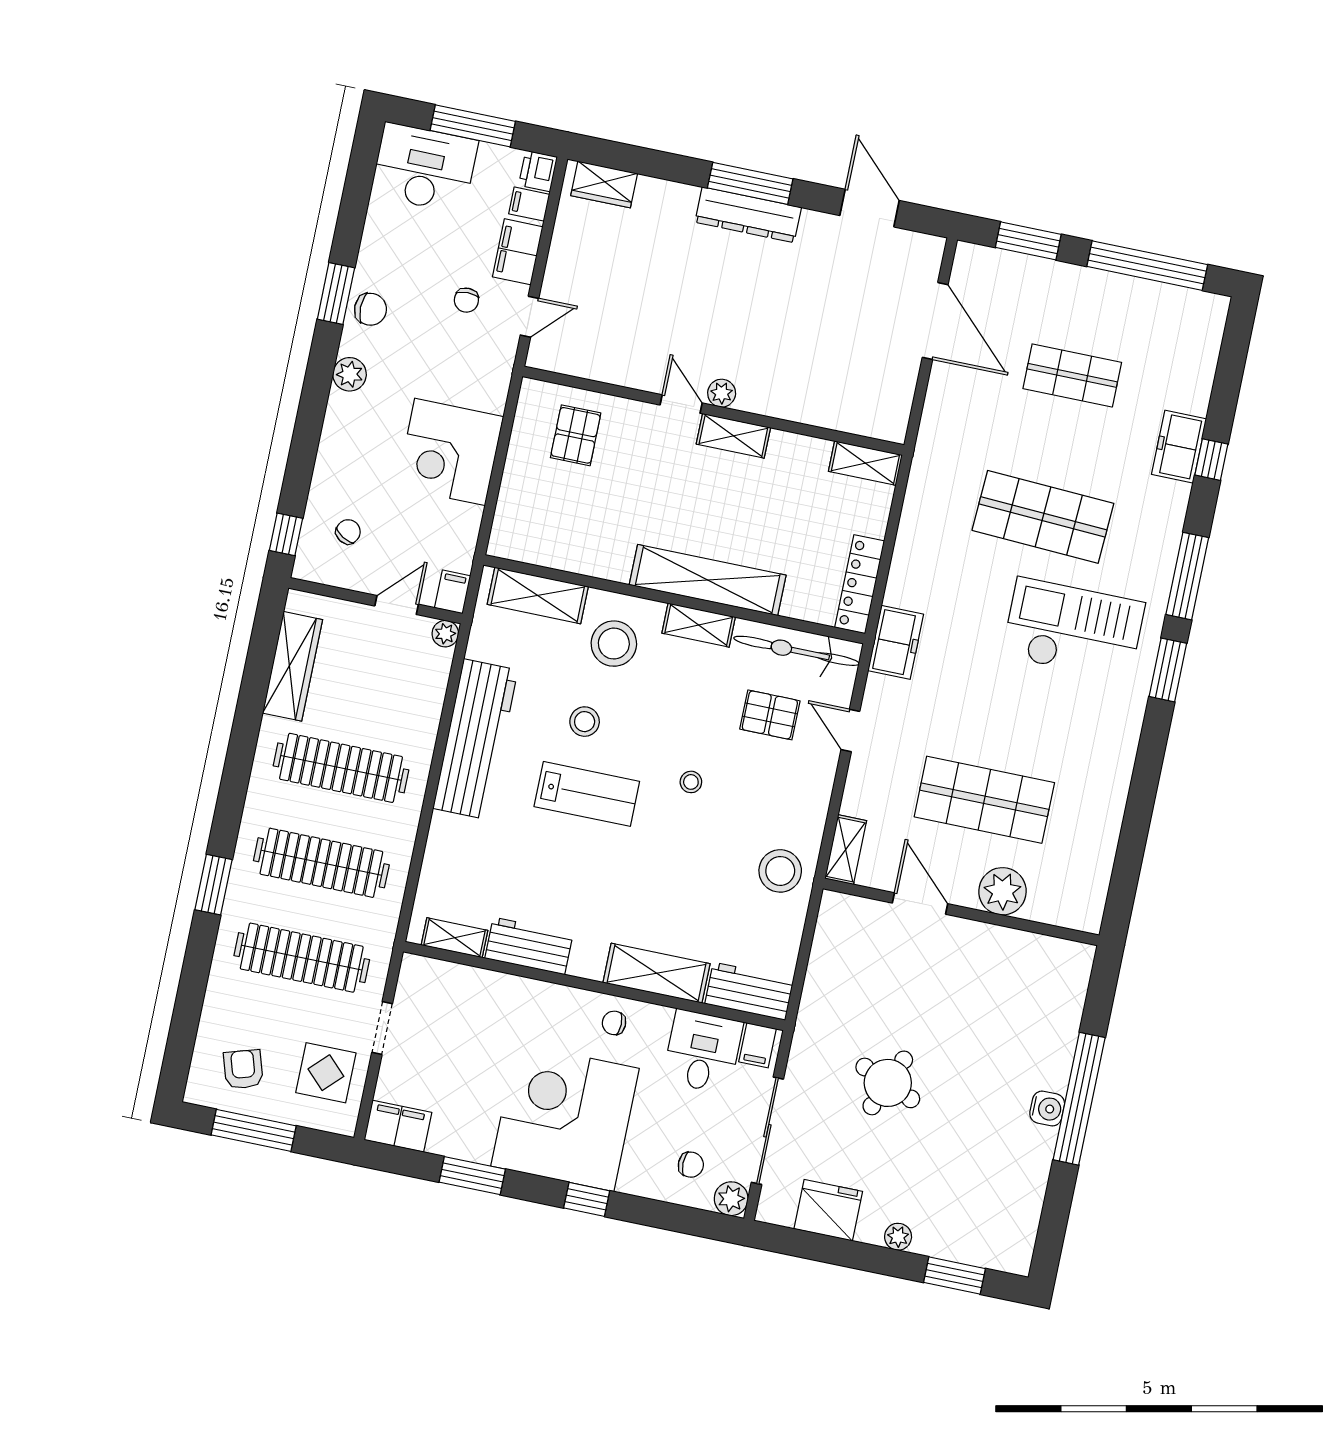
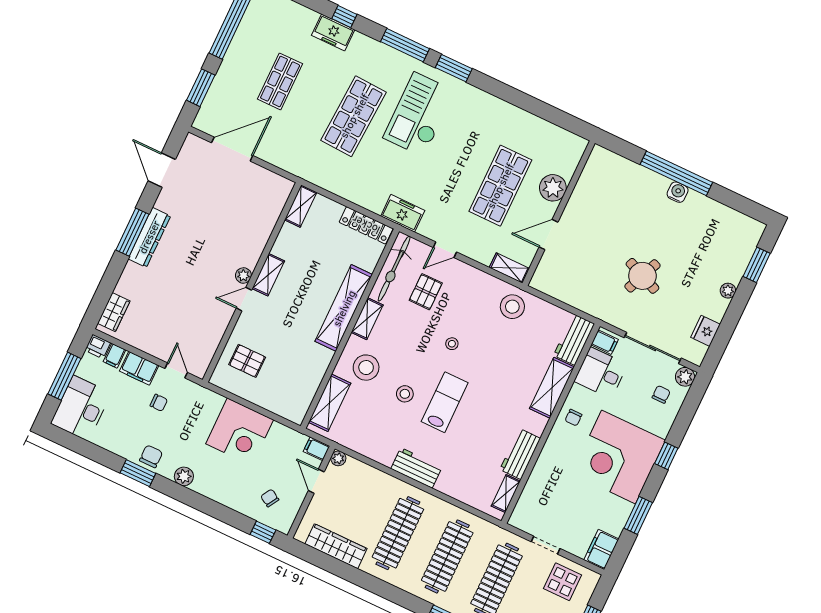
door: (870, 208) -> (162, 170), hinge flipped
workbench: (475, 739) -> (417, 468), width x0.53, depth x0.76
fridge: (828, 1210) -> (706, 331), width x0.73, depth x0.75

